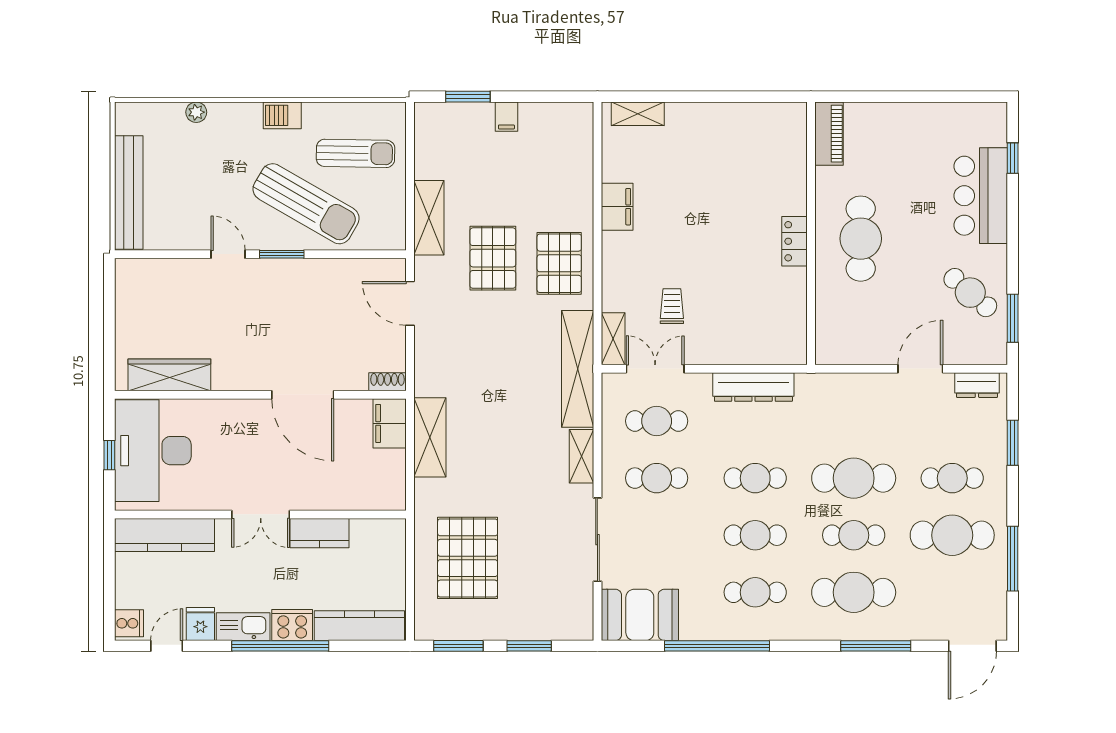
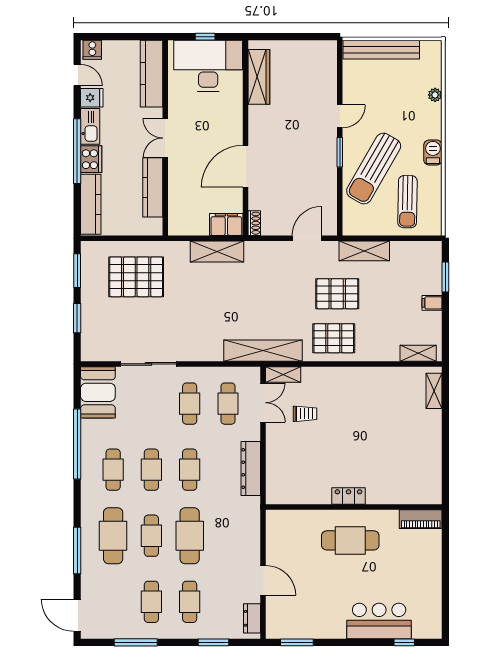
filing cabinet: (617, 207) -> (372, 377), removed
cafe table: (970, 293) -> (314, 614), removed
shelving: (581, 456) -> (418, 353), moved
kitchen counter: (319, 533) -> (153, 187), width x1.50
cafe table: (952, 535) -> (151, 602), width x0.73, depth x0.74

